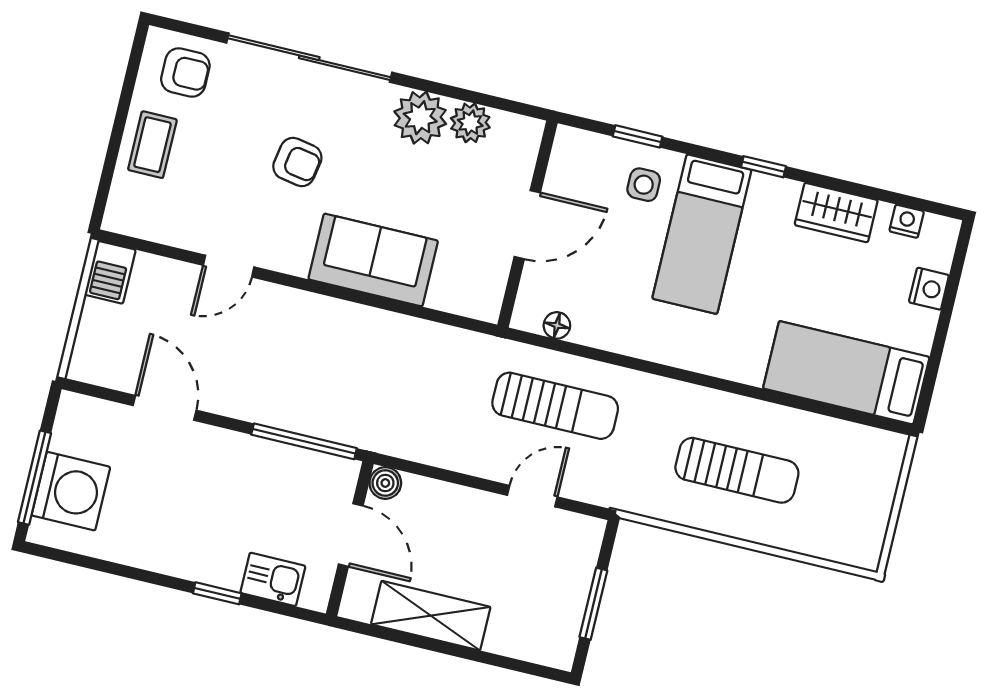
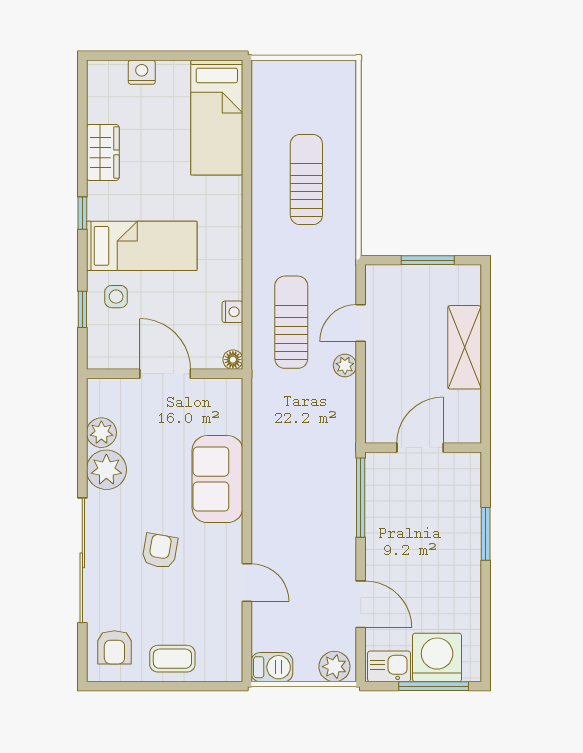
armchair: (185, 72) -> (114, 647), turned 180
nightstand: (907, 221) -> (232, 312), moved, turned 180
floor lamp: (557, 325) -> (233, 360), moved
plant: (91, 354) -> (334, 667), added
door: (165, 408) -> (361, 604), swing flipped
plant: (482, 462) -> (345, 365), added
boiler: (385, 483) -> (377, 432), removed
door: (532, 496) -> (361, 323), hinge flipped
kitchen sink: (273, 579) -> (389, 666), moved, turned 90
window: (217, 593) -> (486, 534), width x1.50
shelving: (431, 616) -> (465, 347), moved

